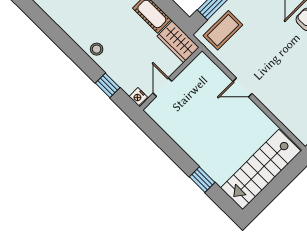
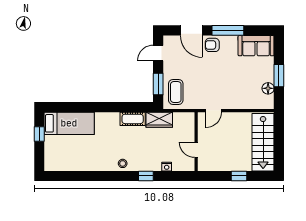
wall: (171, 79) -> (196, 142), moved
door: (162, 87) -> (196, 150), moved

